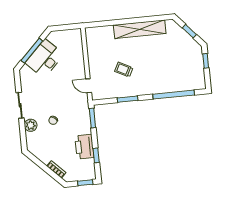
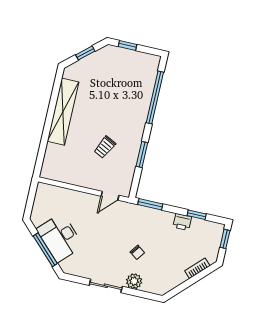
printer: (84, 147) -> (182, 222), width x0.53, depth x0.68

